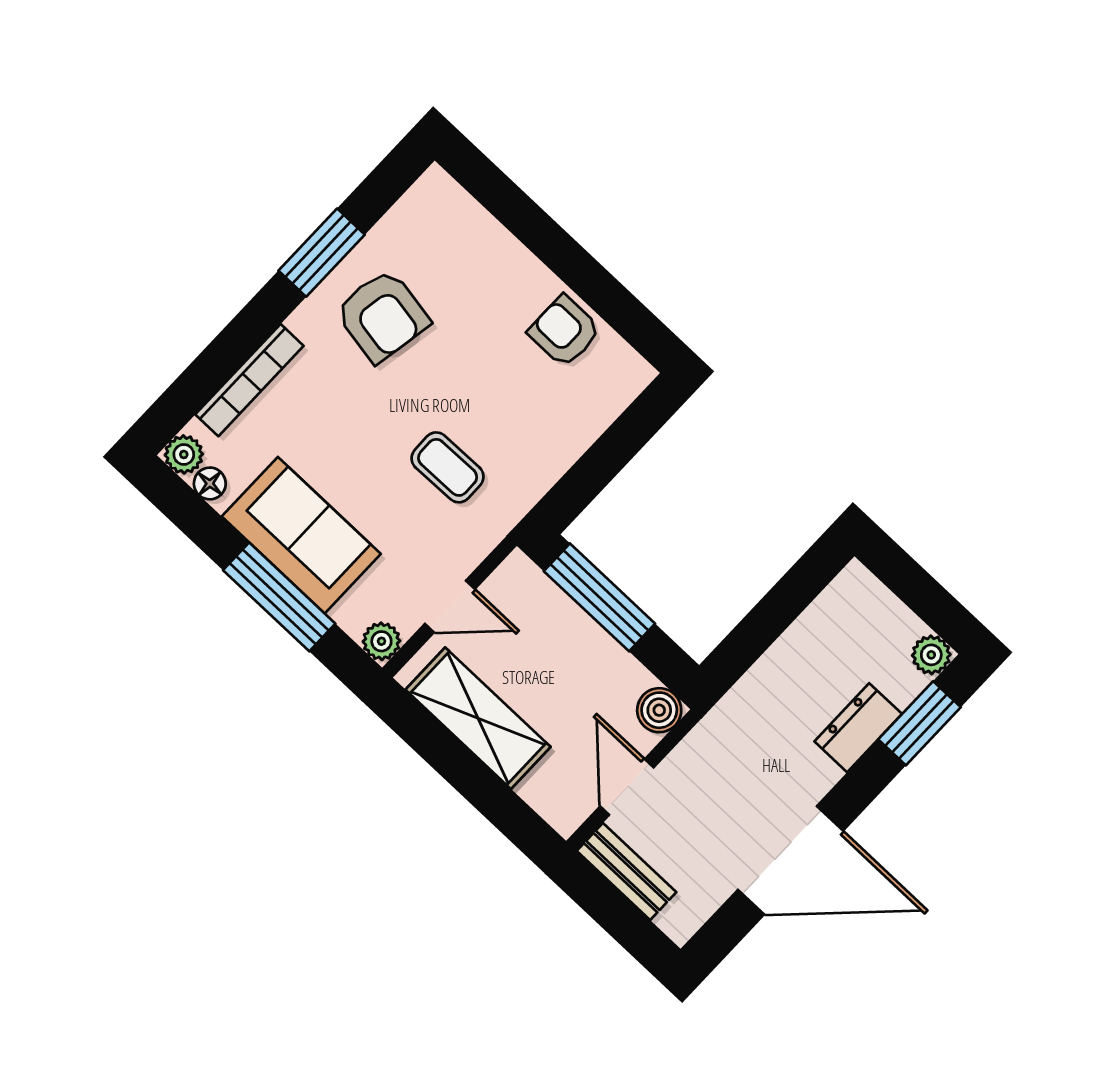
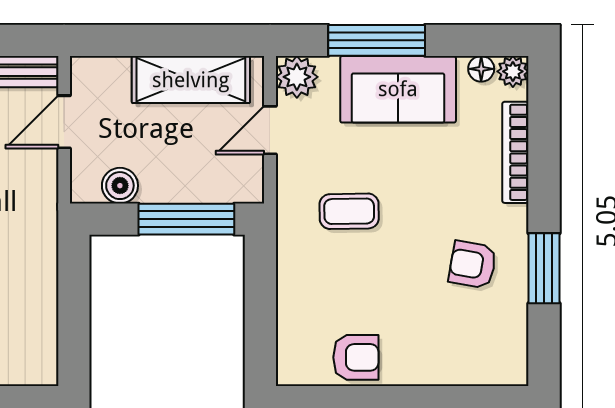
armchair: (382, 316) -> (473, 265), width x0.72, depth x0.72
plant: (381, 641) -> (297, 77), width x1.38, depth x1.38
boiler: (659, 710) -> (120, 186), moved
door: (627, 787) -> (64, 122), swing flipped

